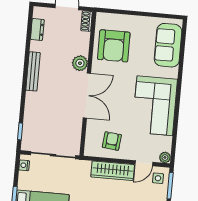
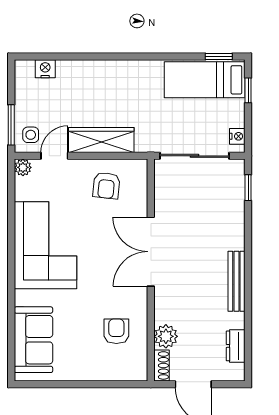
armchair: (114, 46) -> (116, 331), width x0.53, depth x0.53
plant: (80, 63) -> (166, 336), moved

